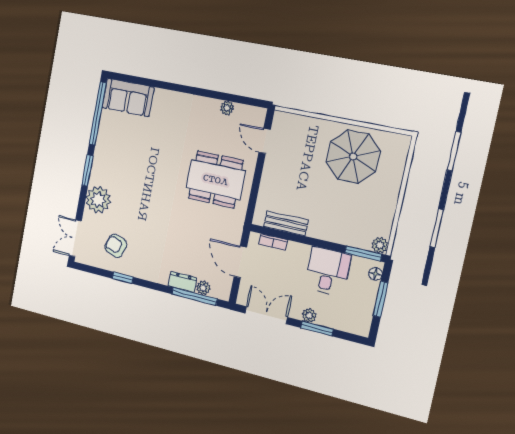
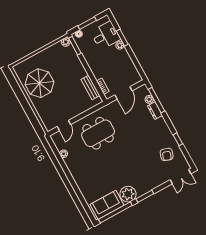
sofa: (128, 97) -> (107, 205), moved, turned -90
dining table: (216, 179) -> (98, 133), turned 90
plant: (98, 200) -> (128, 194), moved
desk: (328, 271) -> (105, 36), moved, turned 180
double door: (266, 315) -> (136, 63), removed

